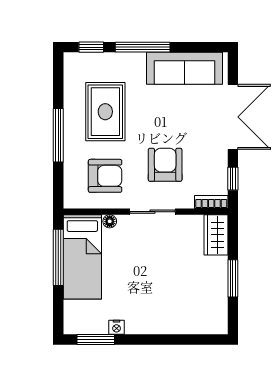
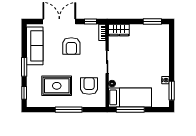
window: (143, 47) -> (24, 67), width x0.69
armchair: (165, 165) -> (71, 46), moved, turned -90
window: (233, 278) -> (152, 21), moved

